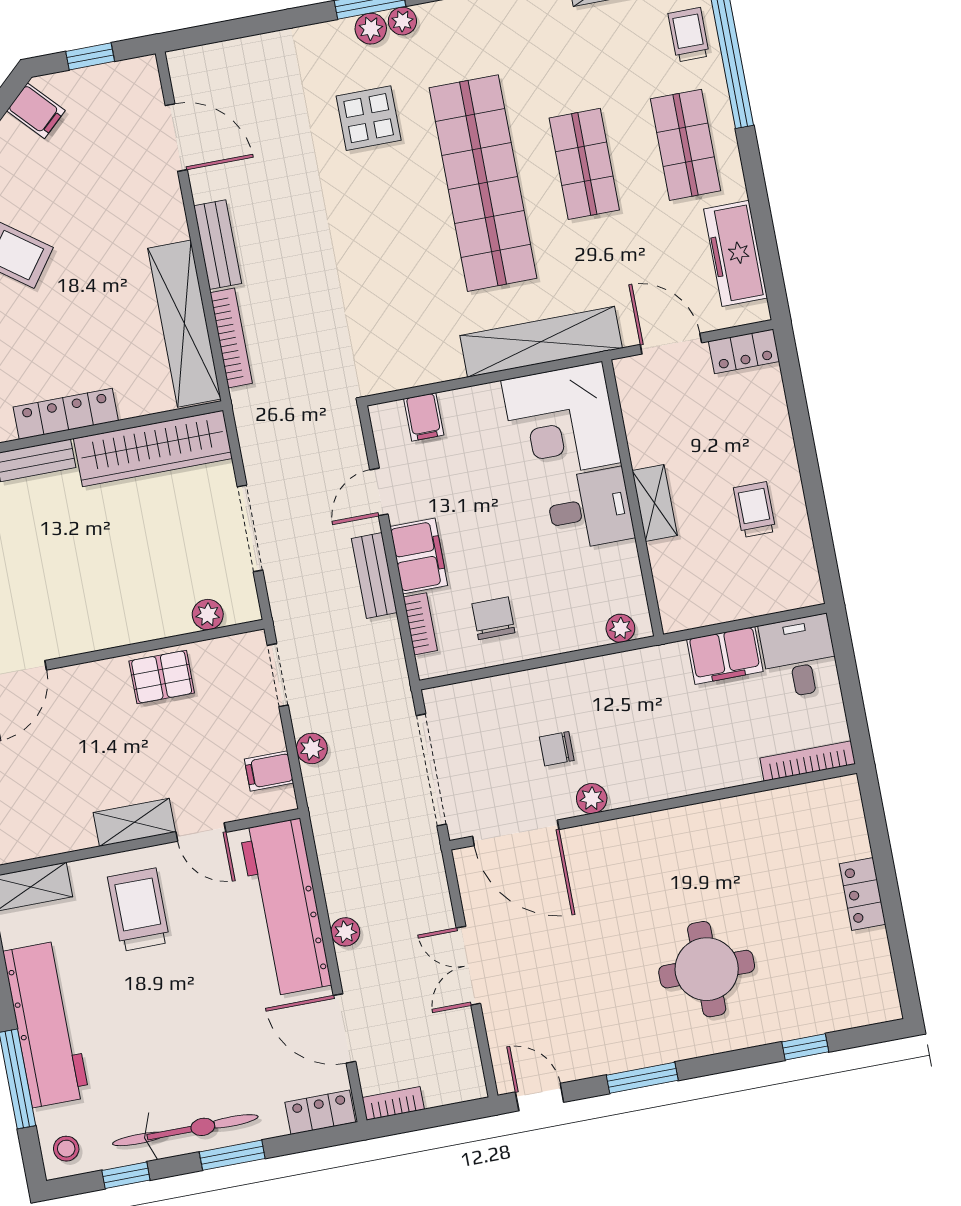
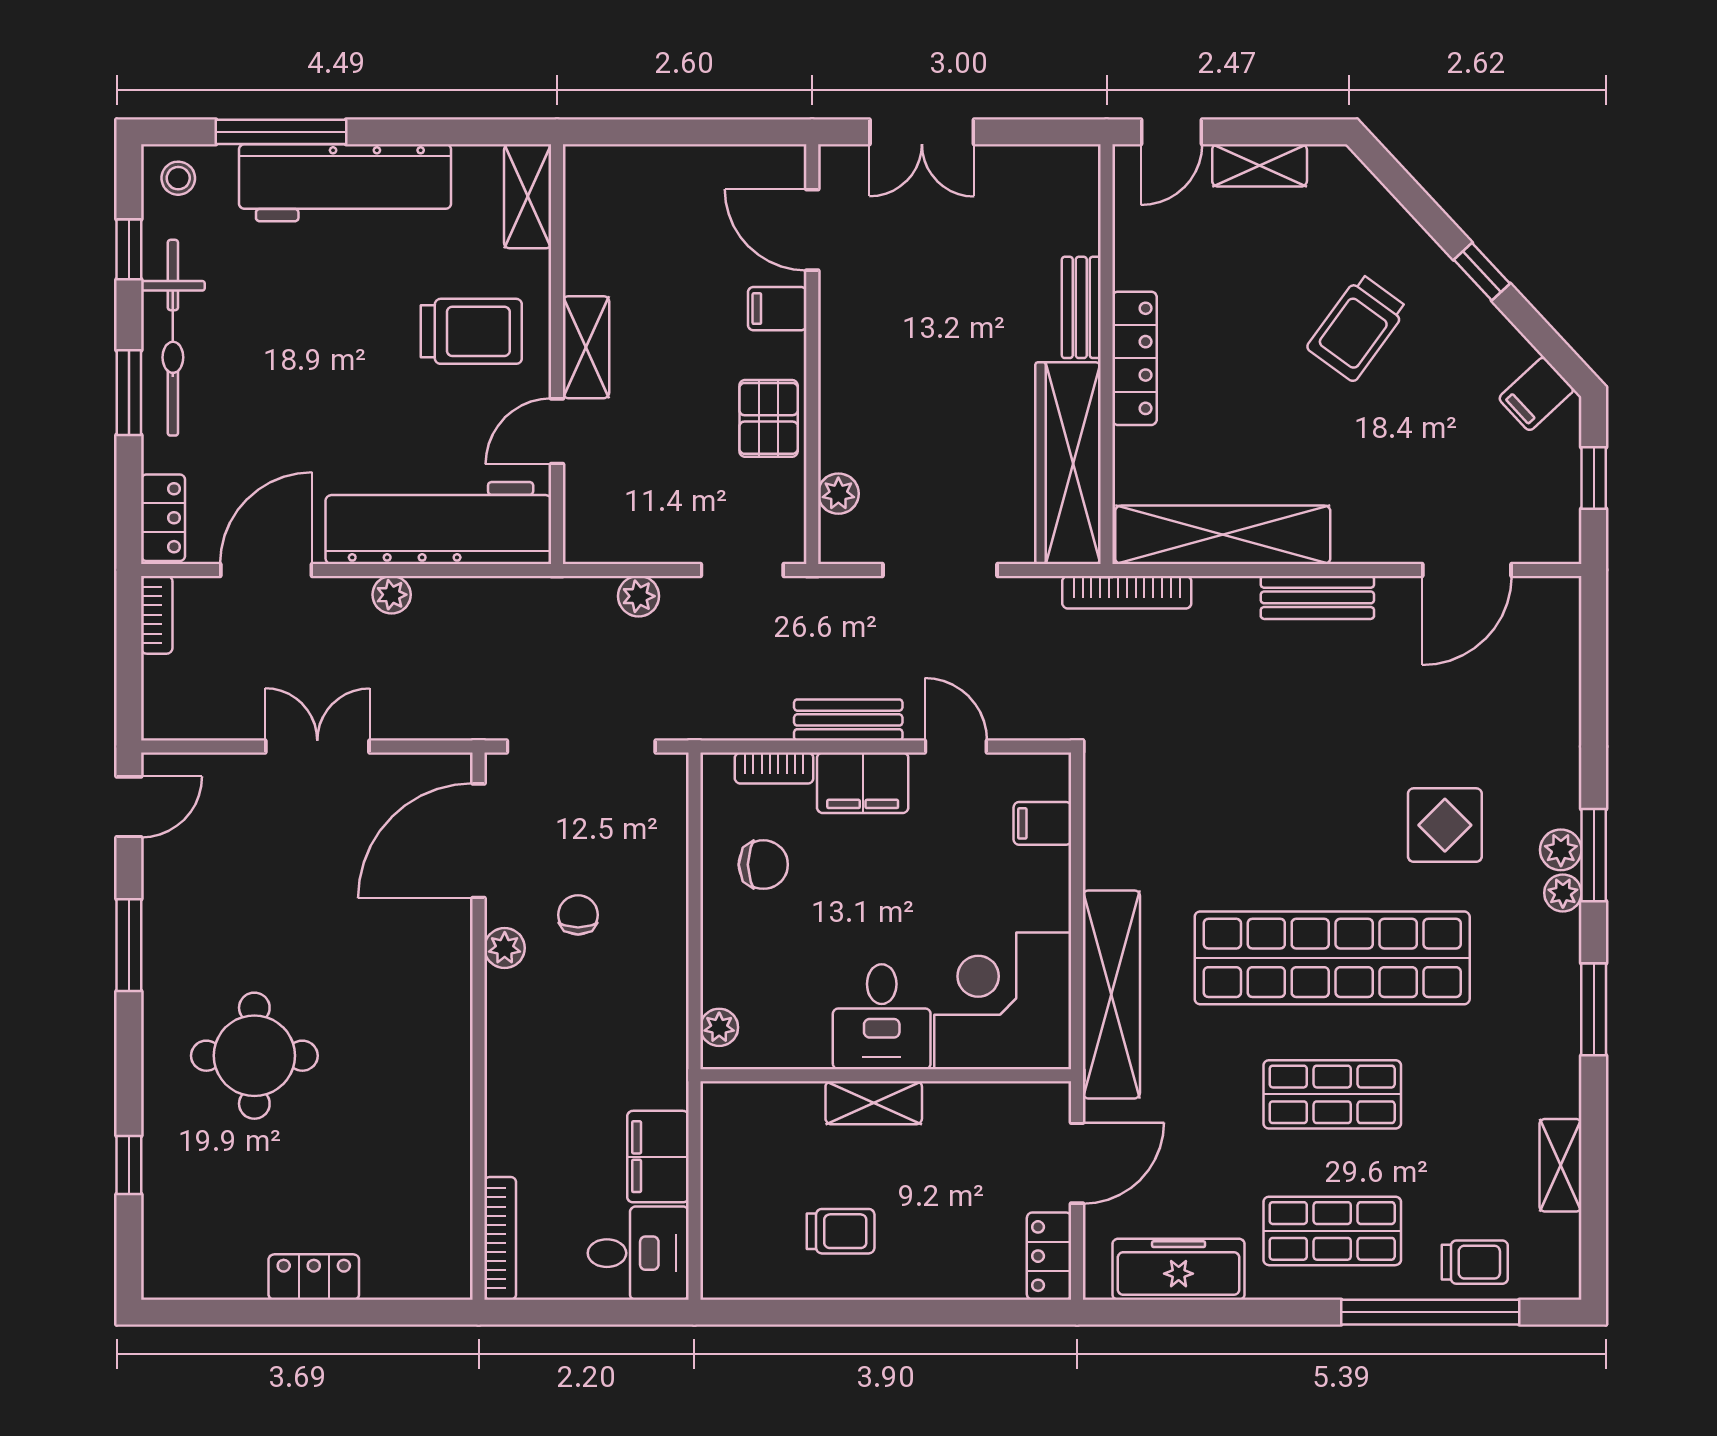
bookcase: (231, 338) -> (1127, 592), moved
filing cabinet: (269, 771) -> (777, 309), moved, turned -90

